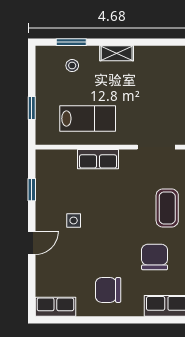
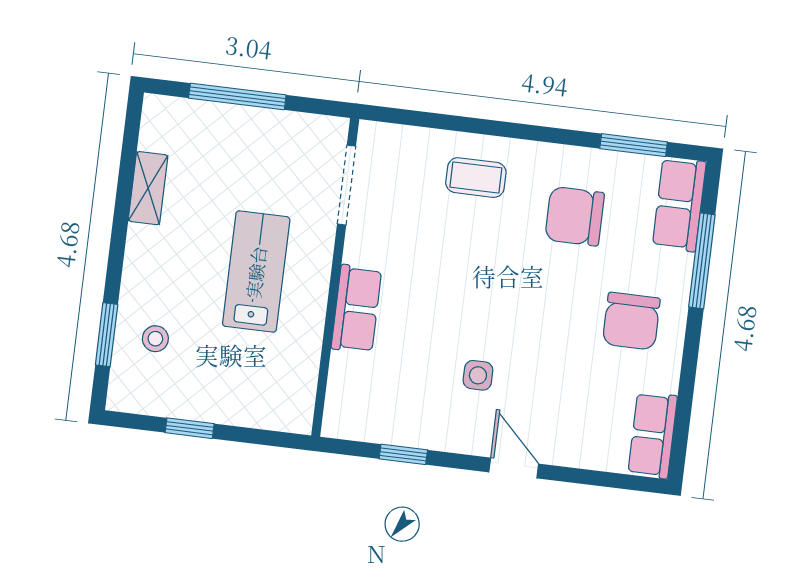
shelving: (117, 53) -> (148, 188), moved
window: (32, 108) -> (190, 428), moved
lab bench: (88, 119) -> (256, 272), moved
coffee table: (167, 208) -> (476, 178), width x0.73, depth x0.77
window: (141, 320) -> (702, 261), added

